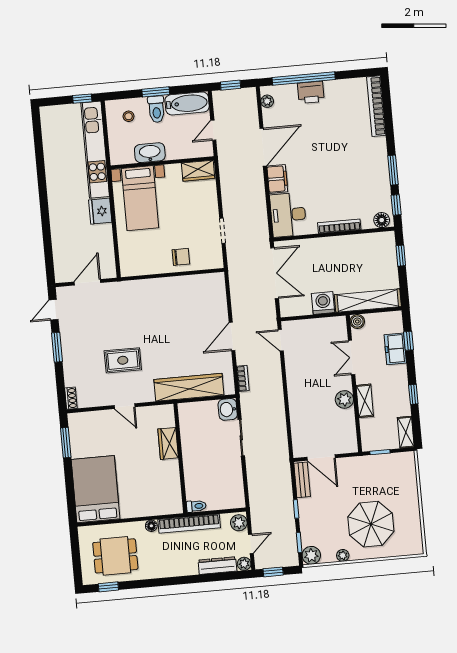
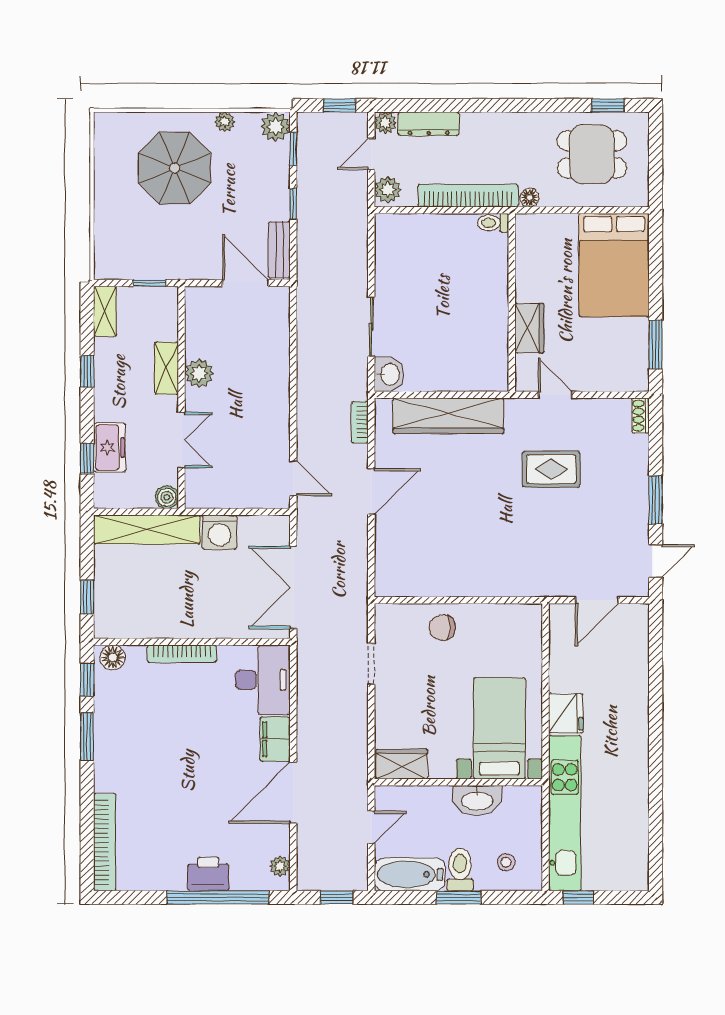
wardrobe: (168, 443) -> (529, 328), moved
wall: (180, 458) -> (512, 302), moved
toilet: (196, 506) -> (493, 223), moved

